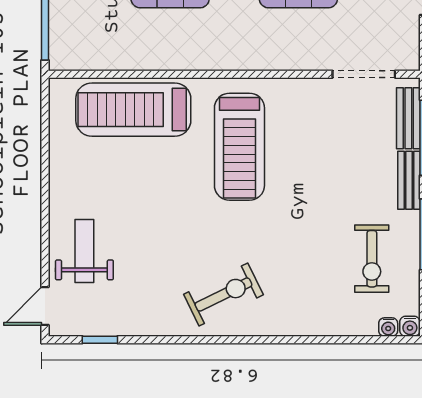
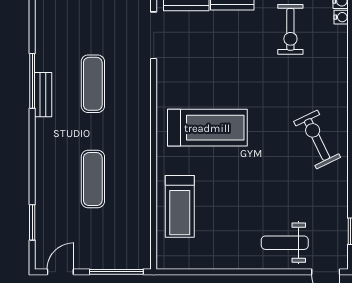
treadmill: (133, 110) -> (180, 206), width x0.73, depth x0.73
exercise bike: (372, 259) -> (290, 29), turned 90

